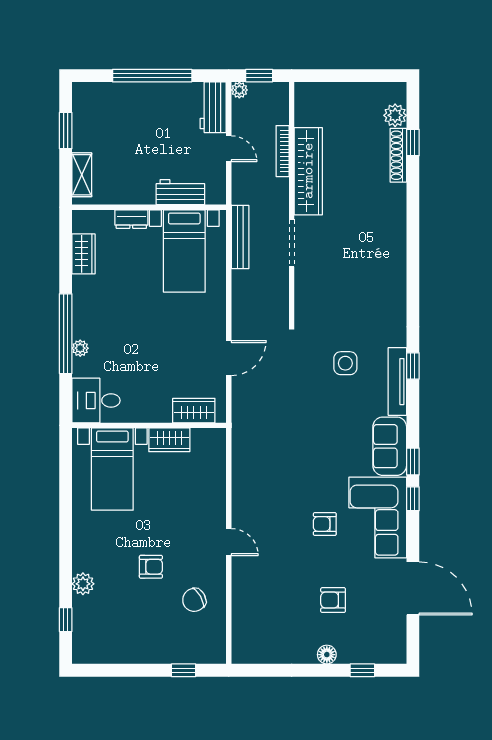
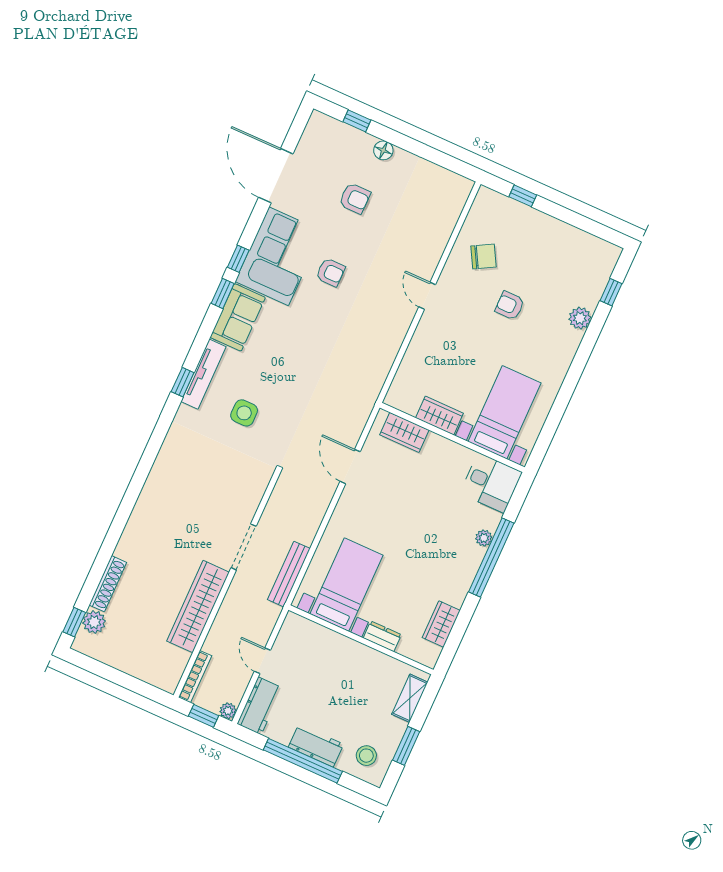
stool: (97, 106) -> (366, 756), added
window: (413, 142) -> (74, 622), moved
bookcase: (283, 151) -> (195, 677), moved
workbench: (180, 192) -> (316, 746), moved, turned 180
door: (229, 358) -> (350, 467), hinge flipped

